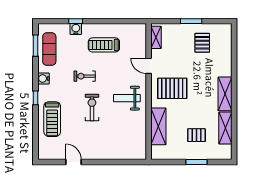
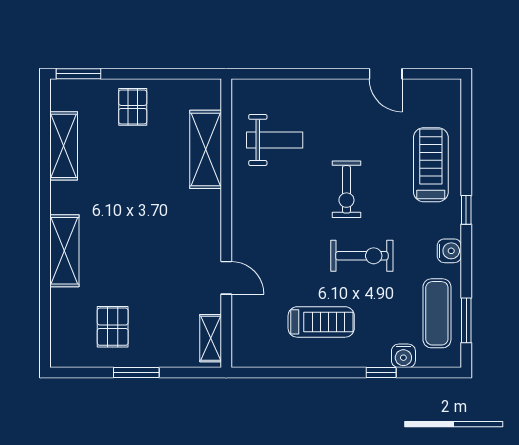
water cooler: (76, 29) -> (403, 356), moved
exercise bike: (85, 76) -> (362, 256), width x1.38, depth x1.39
pallet: (172, 88) -> (176, 230), removed
shelving: (225, 94) -> (64, 251), moved
weight bench: (127, 98) -> (275, 140), moved
pallet: (197, 135) -> (133, 107), moved, turned 90
window: (196, 162) -> (78, 74), moved

